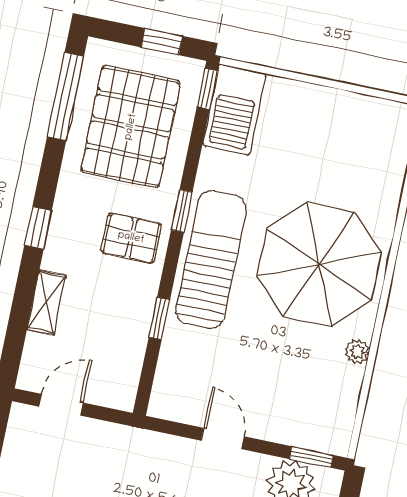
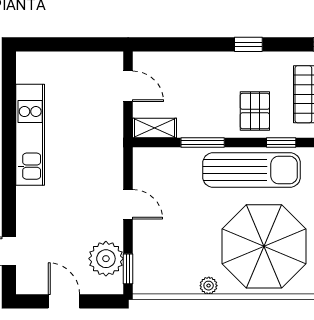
shelving: (46, 302) -> (155, 128), moved
window: (159, 318) -> (203, 142), width x1.50
door: (223, 439) -> (128, 204), hinge flipped

